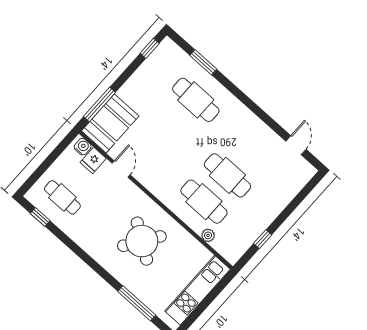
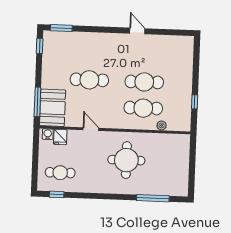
window: (203, 62) -> (61, 28), moved
cafe table: (196, 100) -> (89, 80), moved
door: (296, 145) -> (137, 31), moved
door: (121, 169) -> (91, 129), moved
round table: (142, 241) -> (126, 160), turned -34
kitchen unit: (197, 290) -> (181, 162), removed

